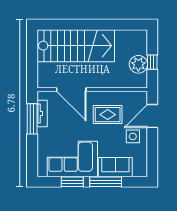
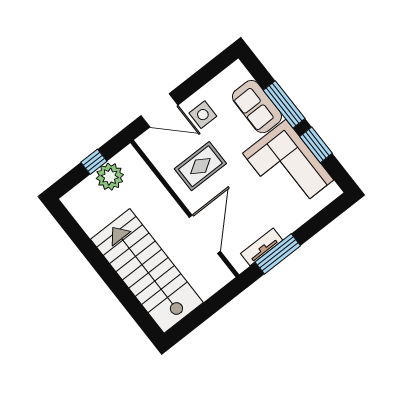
rug: (108, 115) -> (200, 166), turned 90

